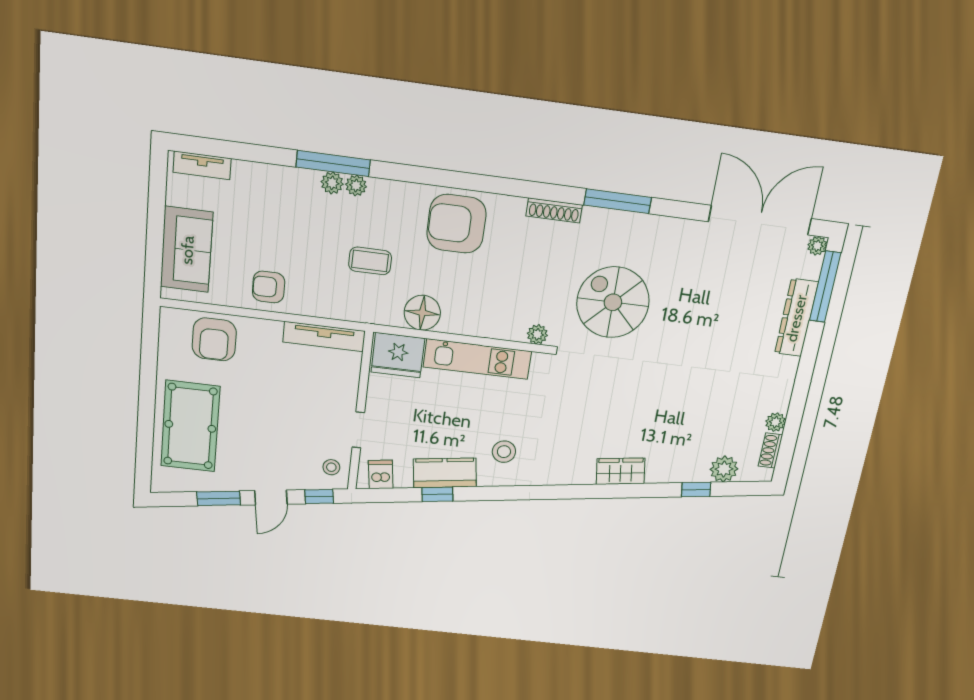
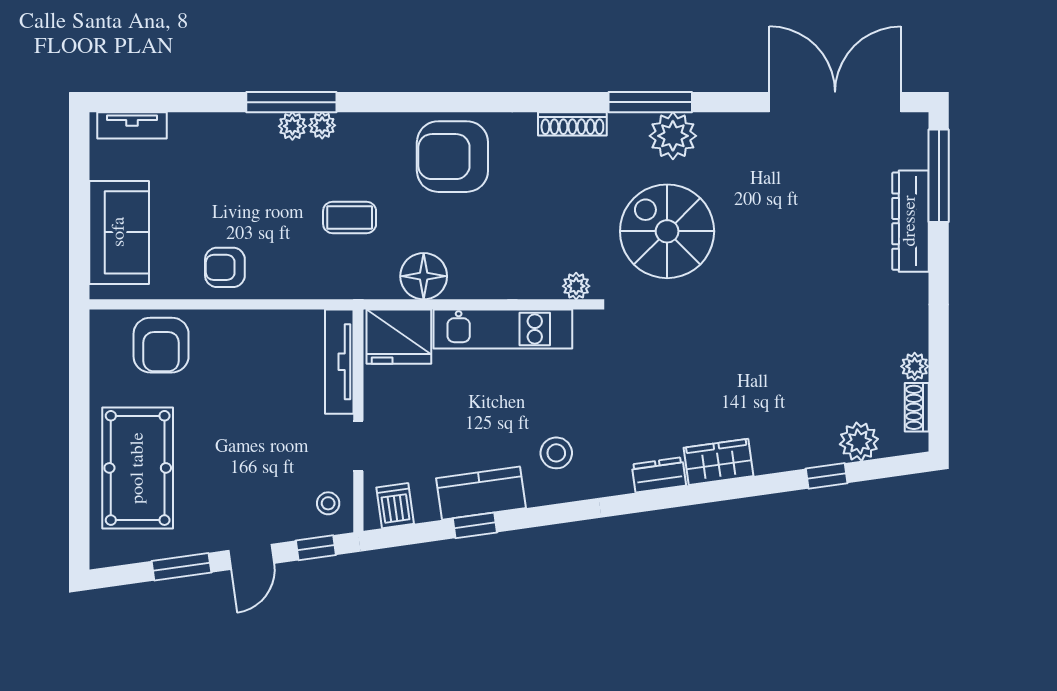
plant: (817, 246) -> (673, 136), moved, width x1.88, depth x1.88
tv unit: (324, 337) -> (339, 362), moved, turned 90
dresser: (576, 475) -> (659, 475), added

